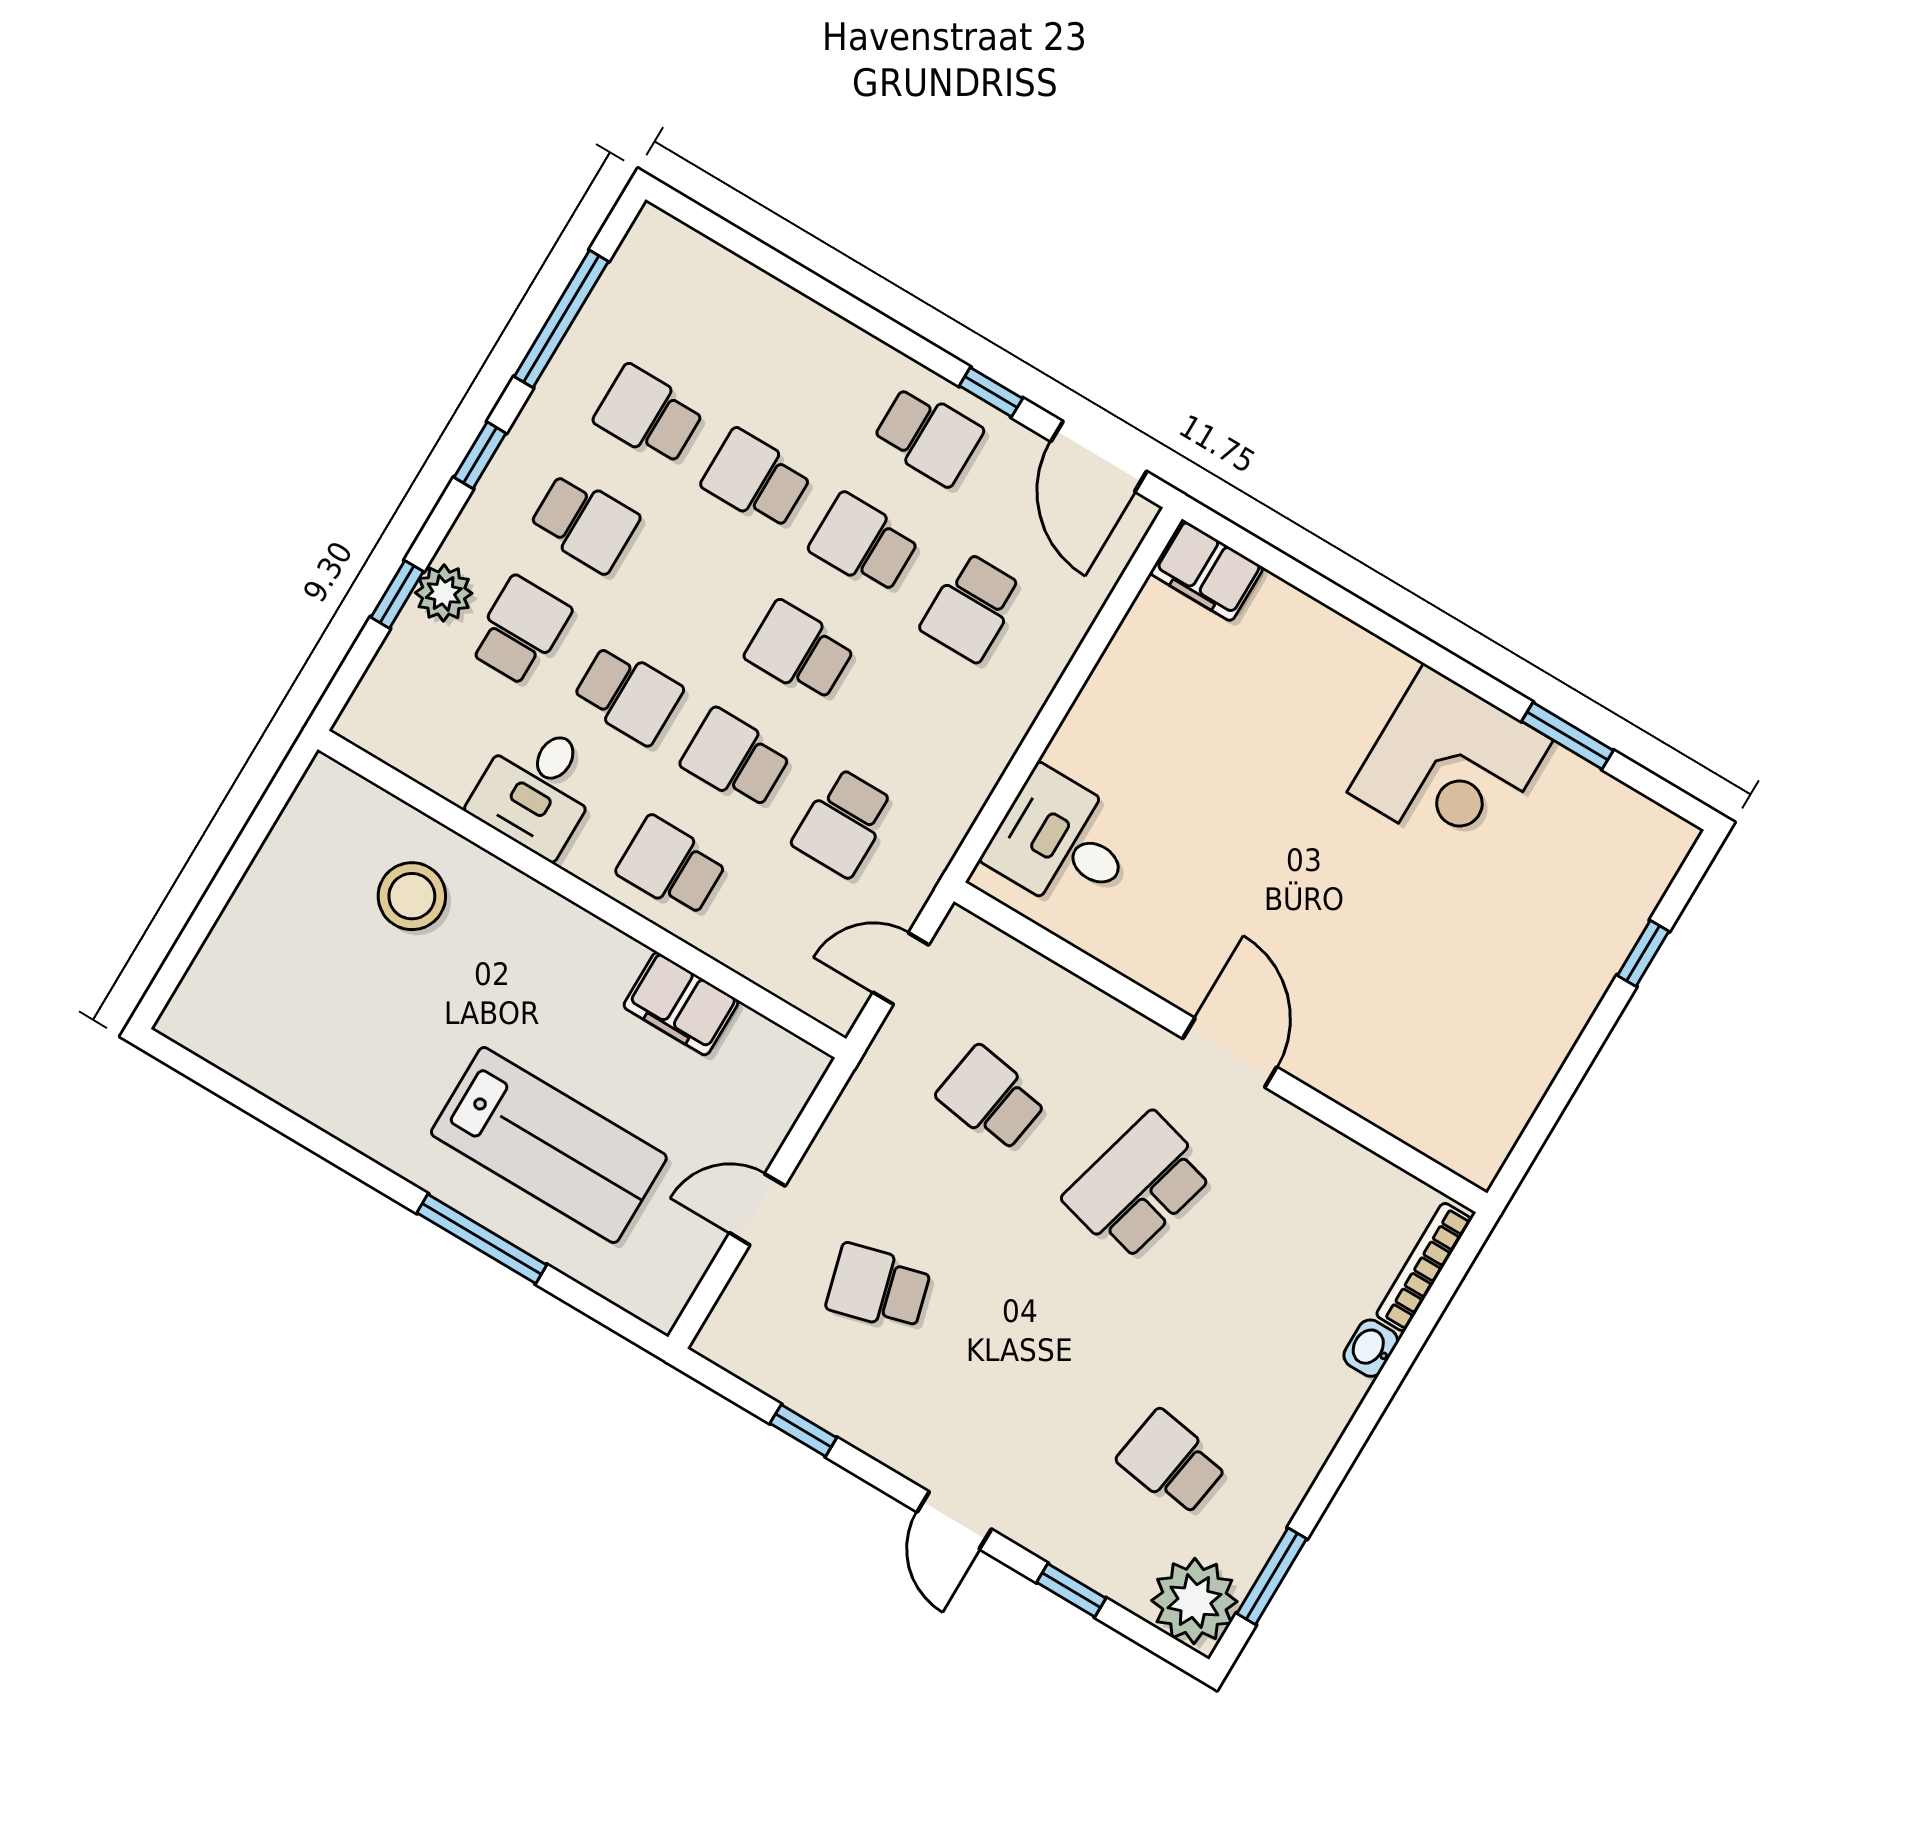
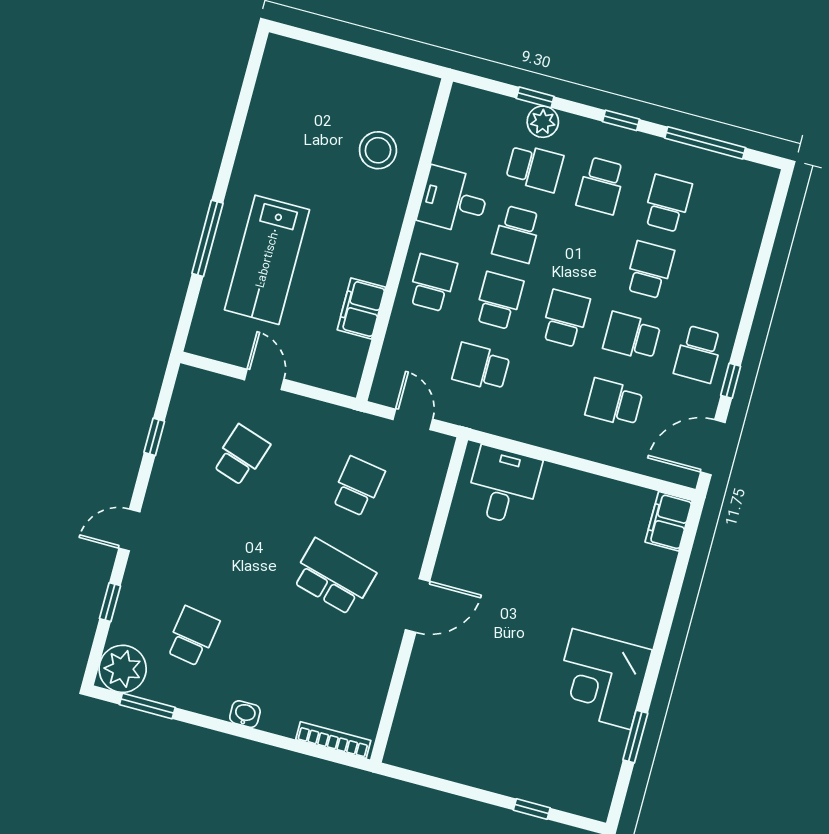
school desk: (864, 543) -> (632, 336), turned -90
school desk: (878, 1287) -> (241, 455), turned 33
washbasin: (1371, 1348) -> (245, 714), moved

